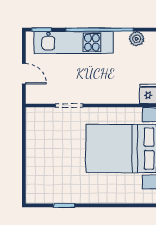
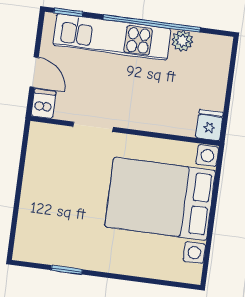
plant: (137, 39) -> (182, 41), moved
dishwasher: (33, 94) -> (44, 104), added

